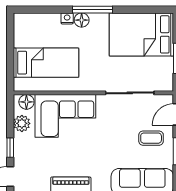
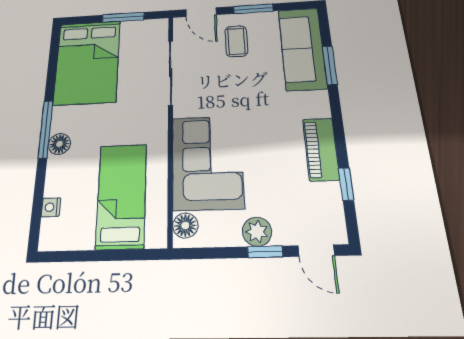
nightstand: (67, 18) -> (51, 207), moved
plant: (22, 123) -> (257, 232), moved

